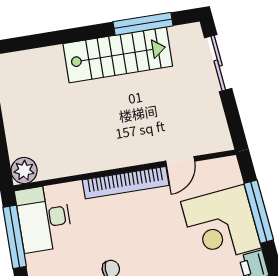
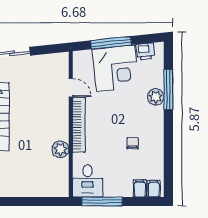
plant: (24, 170) -> (60, 149), moved
desk: (44, 218) -> (88, 181), width x0.73

